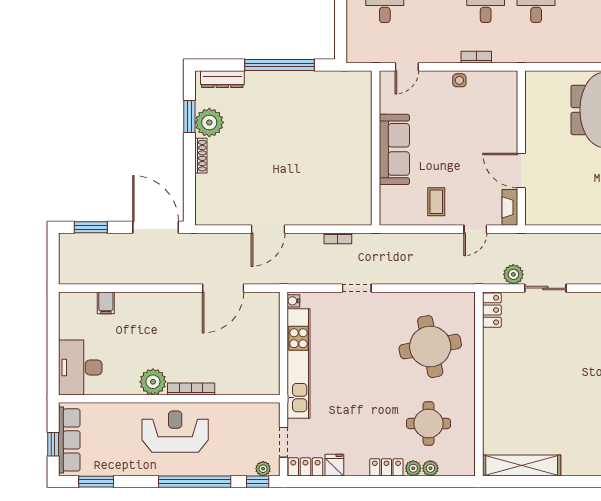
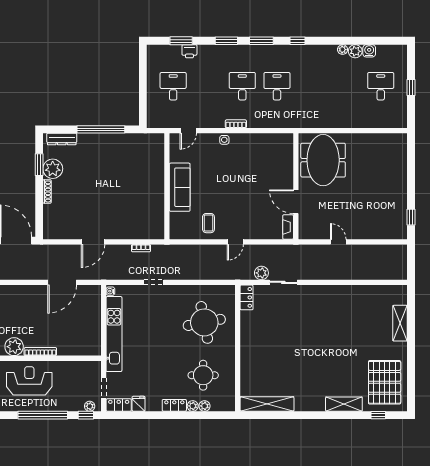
wall: (521, 148) -> (296, 186), moved
door: (521, 171) -> (296, 202), moved
fireplace: (510, 207) -> (288, 227), moved

